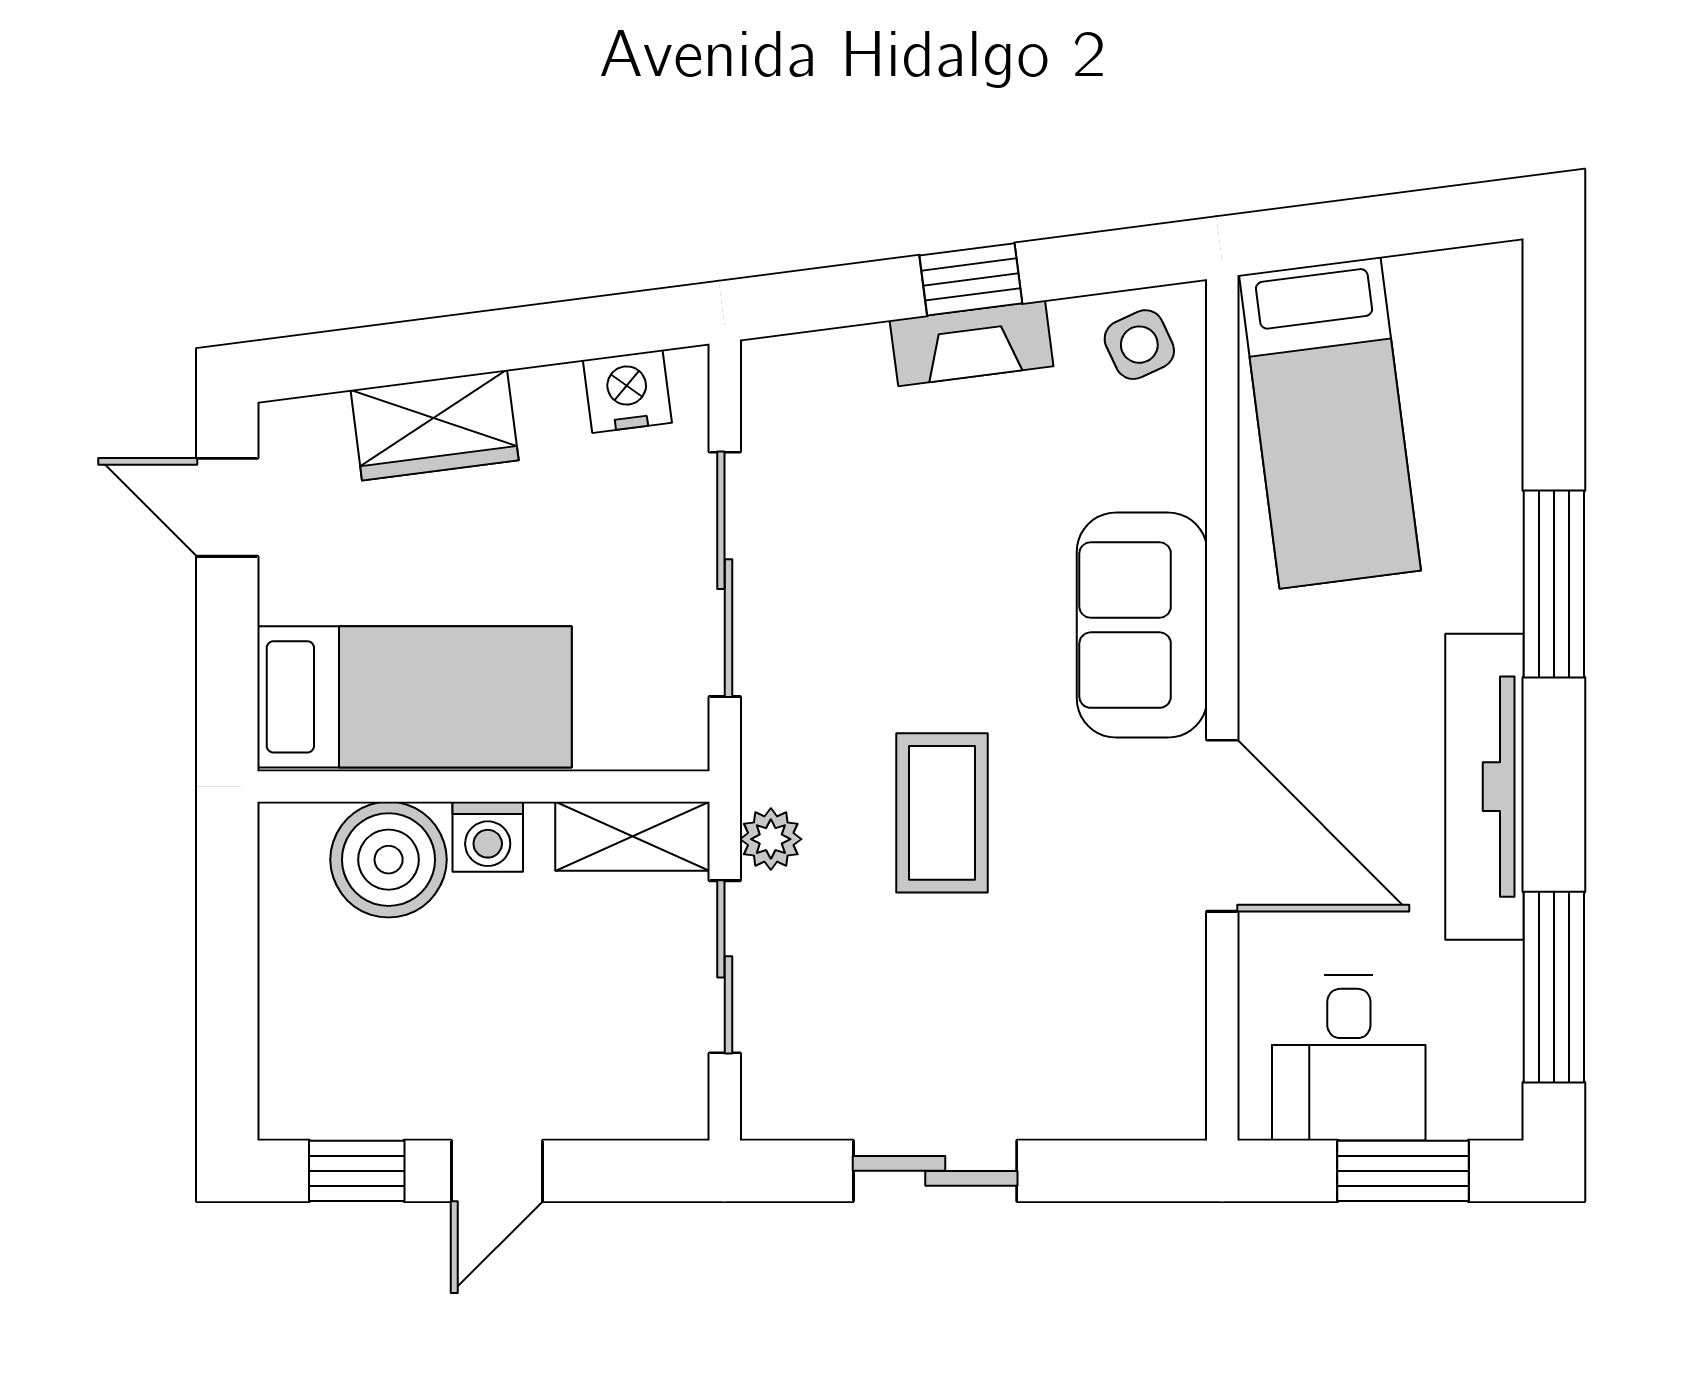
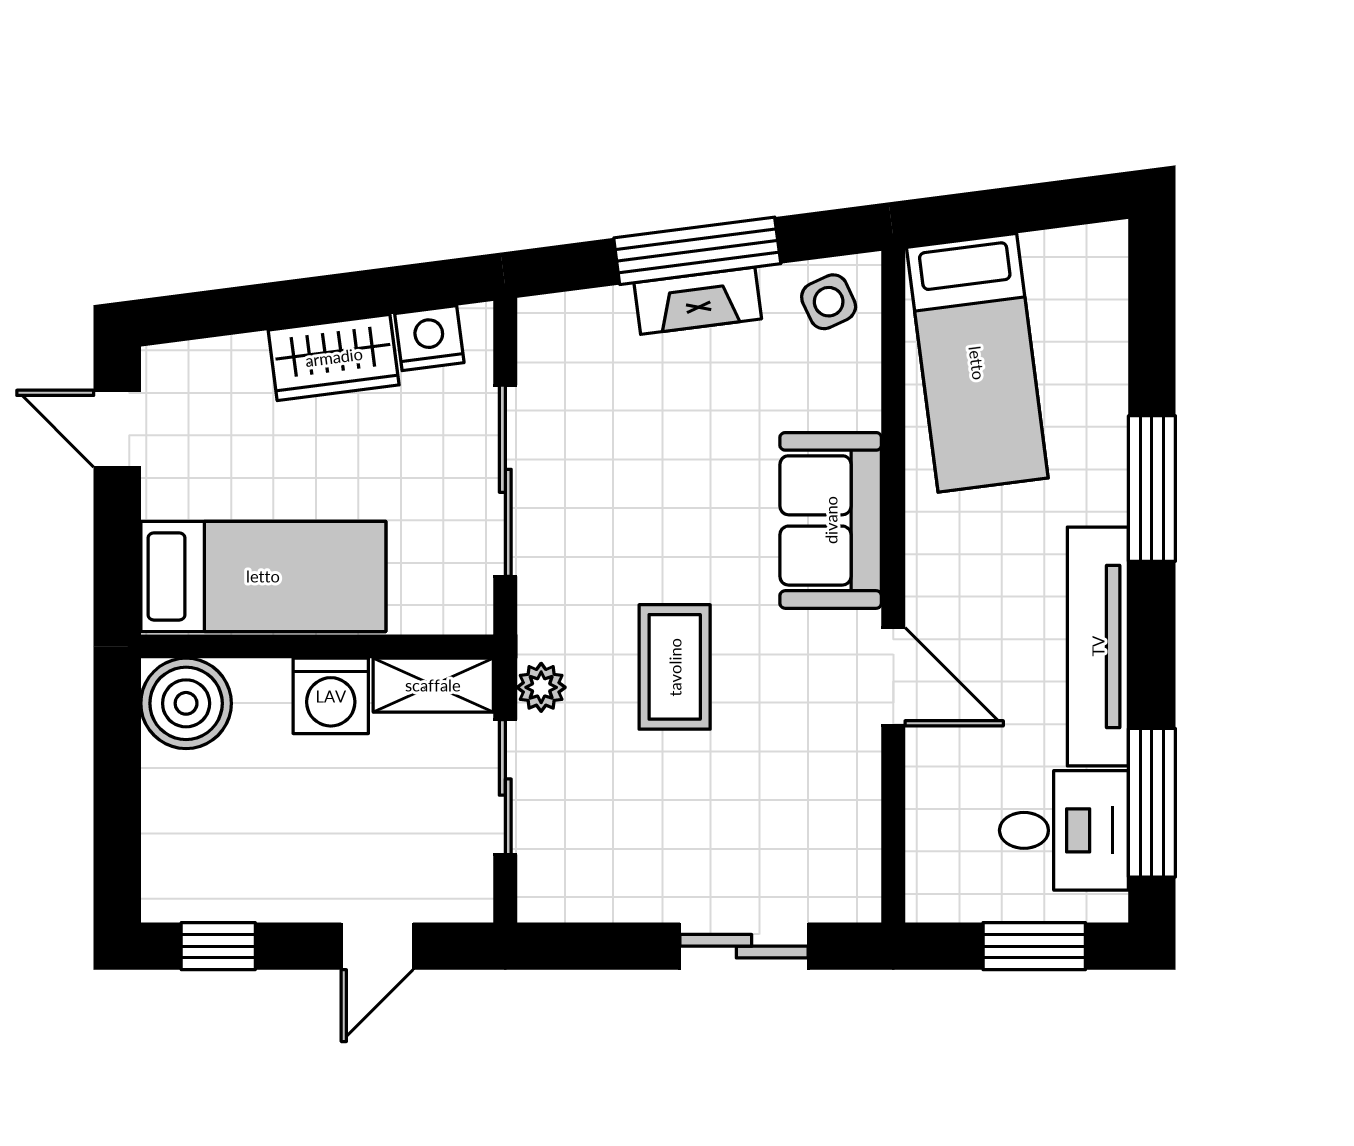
window: (971, 279) -> (697, 251), width x2.17
wardrobe: (435, 425) -> (334, 357), moved
door: (1222, 826) -> (893, 677), width x0.73
washing machine: (488, 837) -> (331, 696), width x1.38, depth x1.38
boiler: (389, 860) -> (186, 703), moved
desk: (1349, 1058) -> (1064, 830), moved, turned -90
door: (497, 1171) -> (377, 946), moved
sliding door: (935, 1171) -> (744, 946), moved

